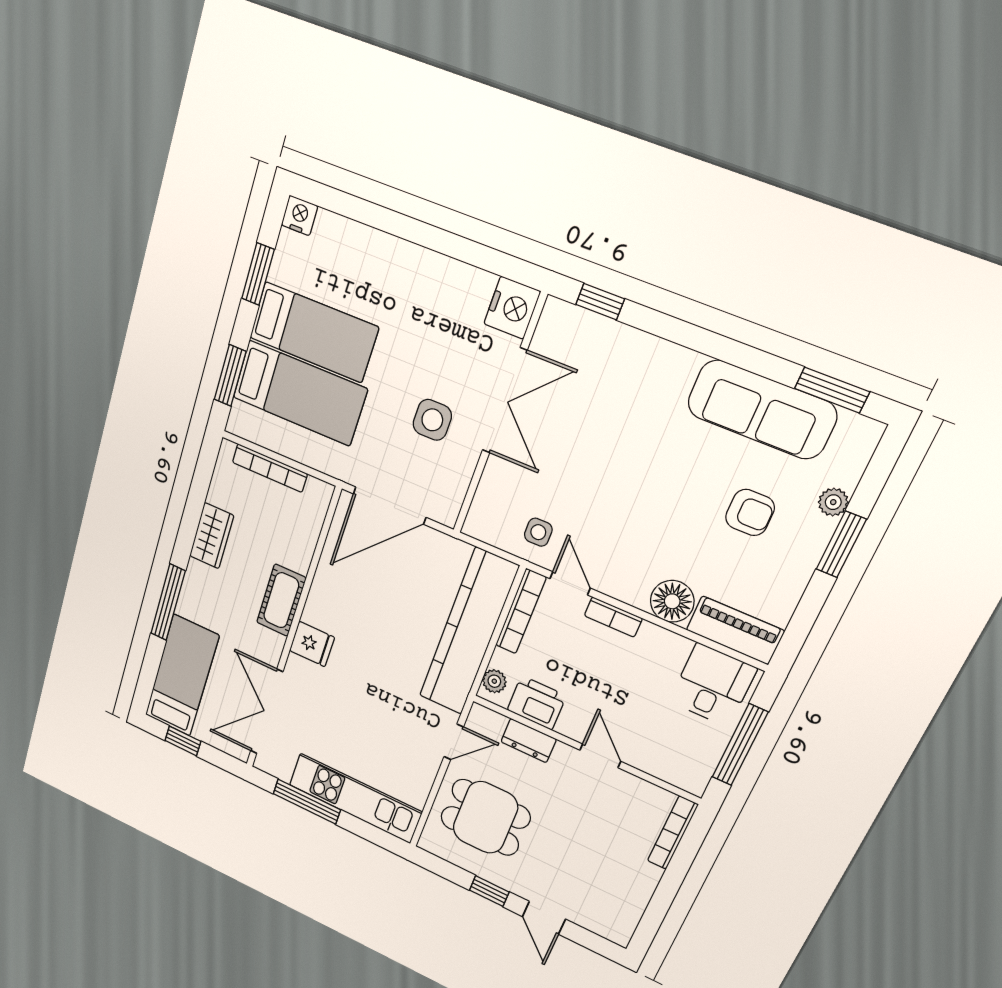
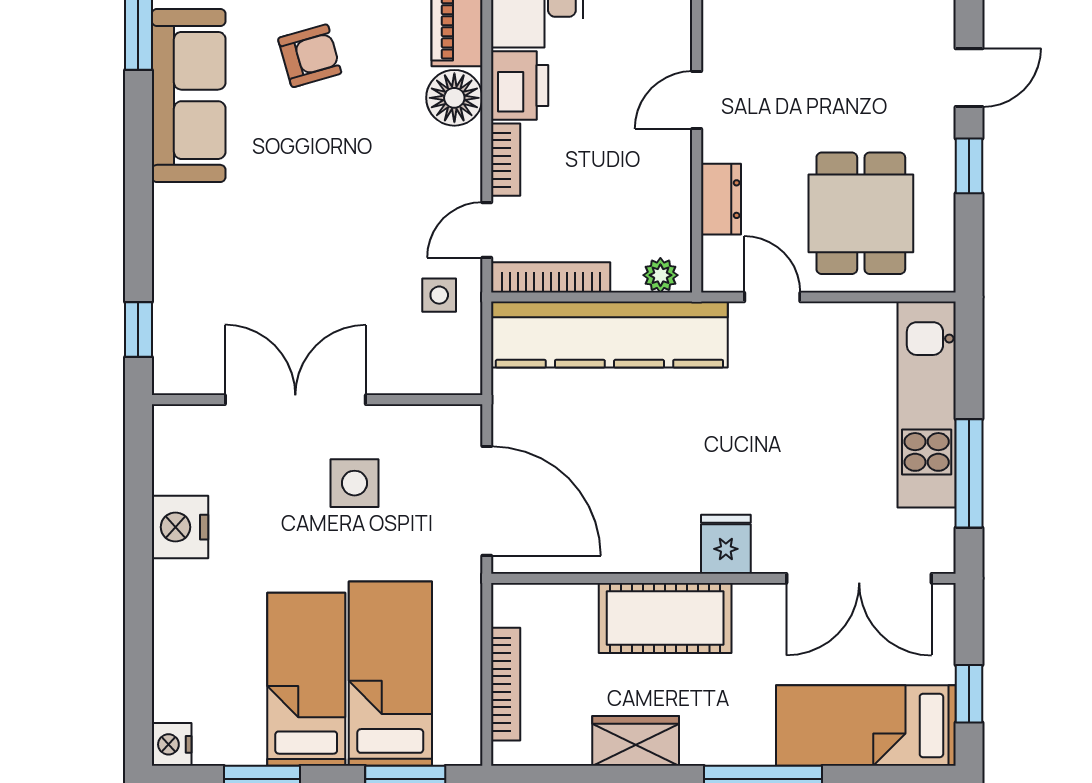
nightstand: (512, 308) -> (180, 527), moved, turned -90
armchair: (750, 513) -> (310, 56), turned 74
cot: (281, 600) -> (665, 618), width x1.37, depth x1.34
printer: (537, 703) -> (520, 85), moved, turned 180

